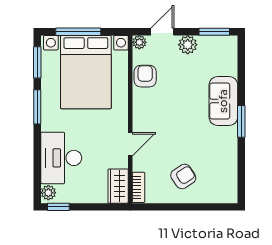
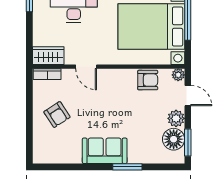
floor lamp: (211, 47) -> (174, 139), added
sofa: (223, 101) -> (105, 151), moved
window: (241, 121) -> (127, 167), moved

